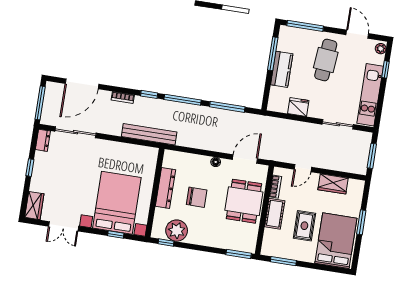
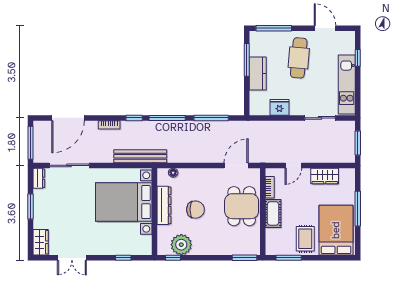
plant: (381, 49) -> (350, 39), removed
floor lamp: (216, 162) -> (173, 173), moved
window: (30, 168) -> (31, 206), width x1.50
bed with nightstands: (117, 203) -> (124, 202), moved, turned -90
window: (361, 222) -> (358, 209), width x1.44
rug: (304, 226) -> (305, 239), moved

